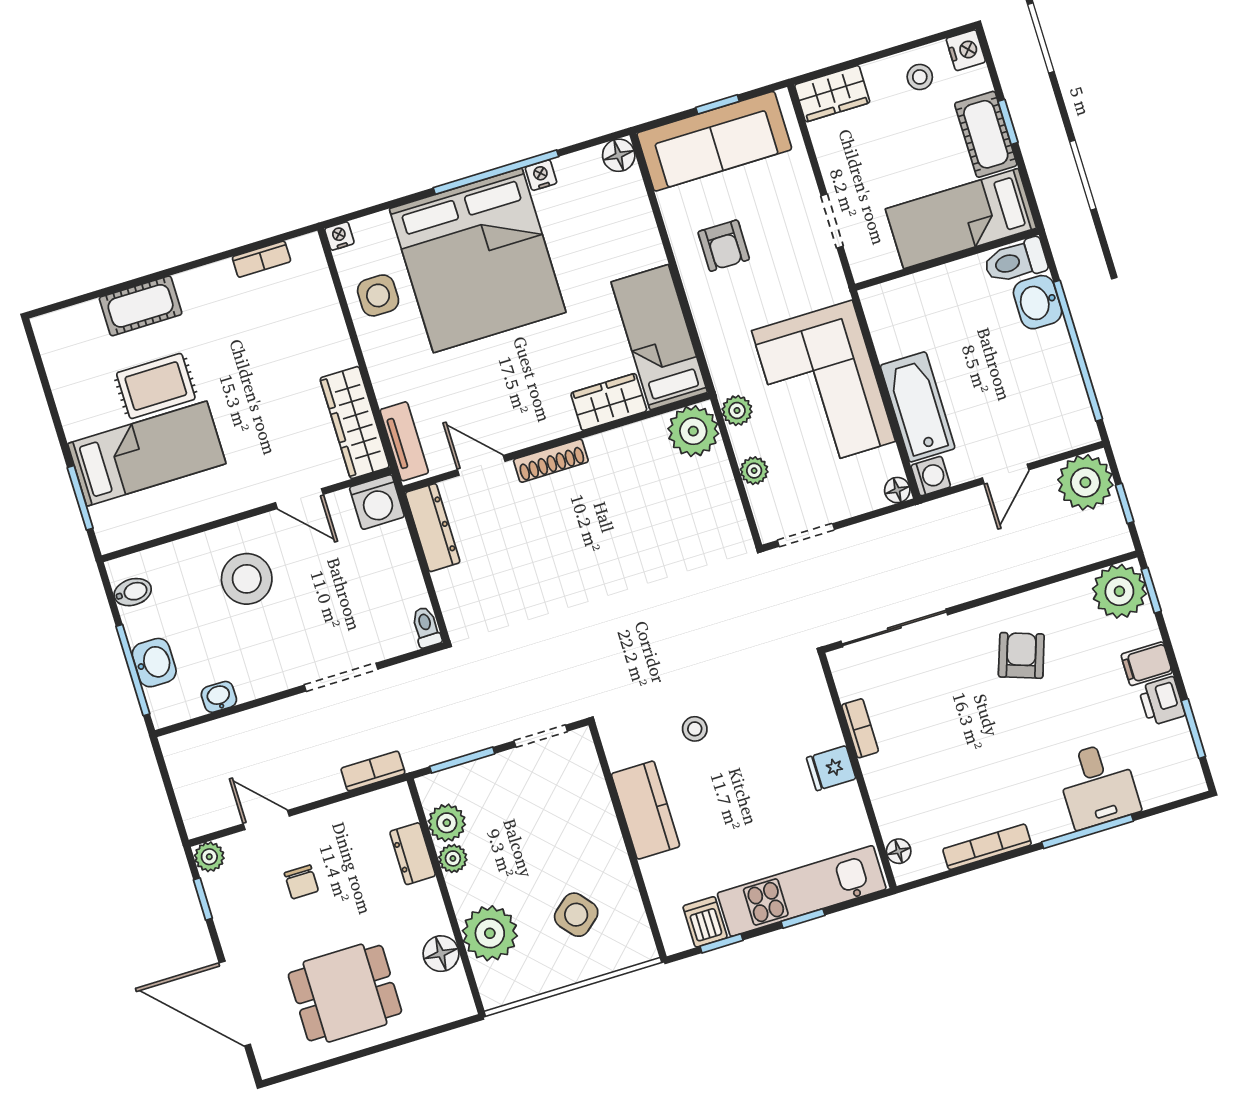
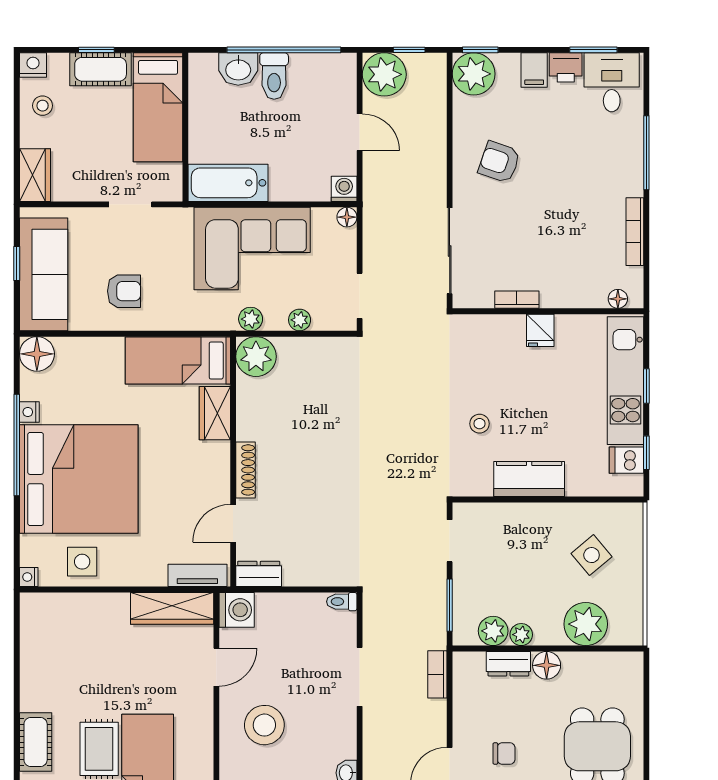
floor lamp: (619, 155) -> (37, 354), width x1.38, depth x1.38
bookcase: (261, 259) -> (28, 641), removed
toilet: (1016, 261) -> (274, 76), moved
bathtub: (918, 407) -> (228, 183), moved
dresser: (433, 528) -> (259, 574), width x0.70
desk: (1098, 785) -> (612, 82), moved, turned -90
floor lamp: (441, 954) -> (547, 665), moved

